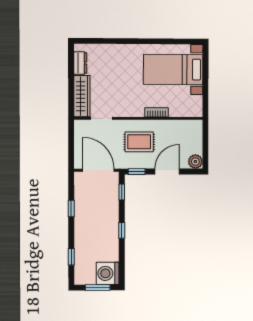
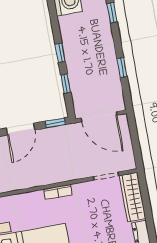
bookcase: (157, 112) -> (58, 192), moved
rug: (139, 142) -> (59, 157), removed
window: (122, 192) -> (66, 84), moved

